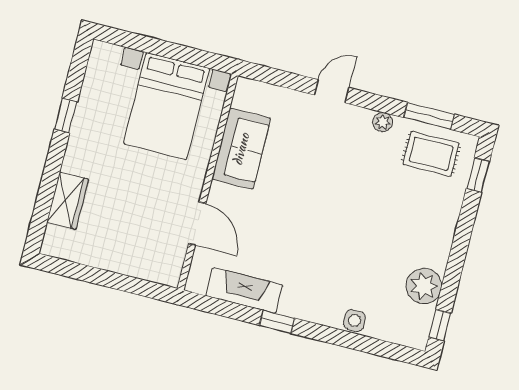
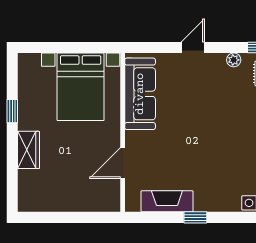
sofa: (241, 149) -> (140, 94), width x1.36
wardrobe: (68, 201) -> (29, 150), moved
door: (197, 224) -> (123, 163), swing flipped

